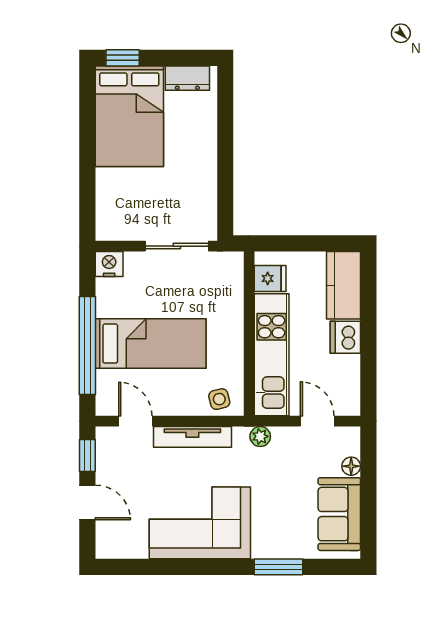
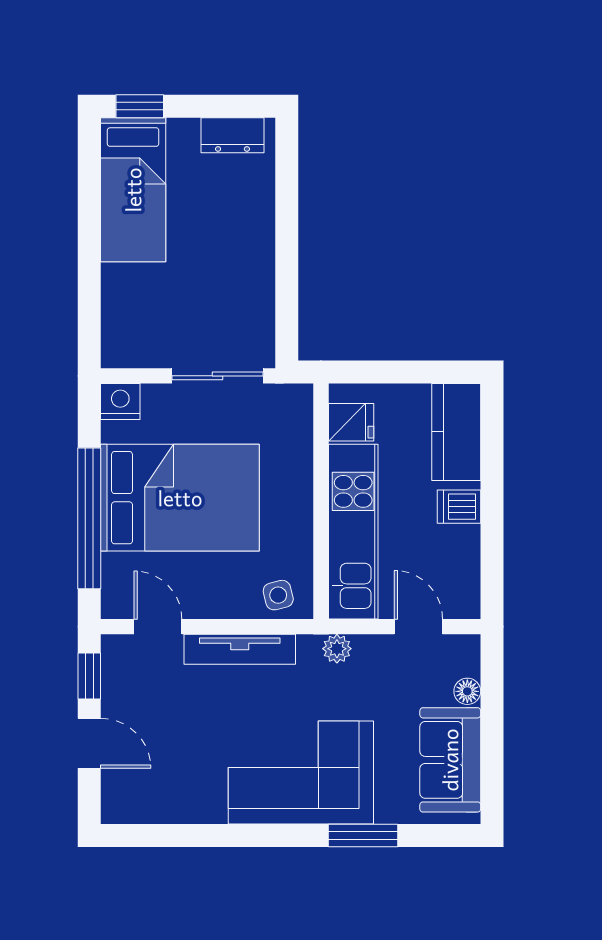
bed: (129, 116) -> (133, 190), width x0.67
dishwasher: (345, 337) -> (459, 507), width x0.73
bed: (151, 344) -> (180, 498), width x1.50
corner sofa: (200, 523) -> (301, 772), moved

